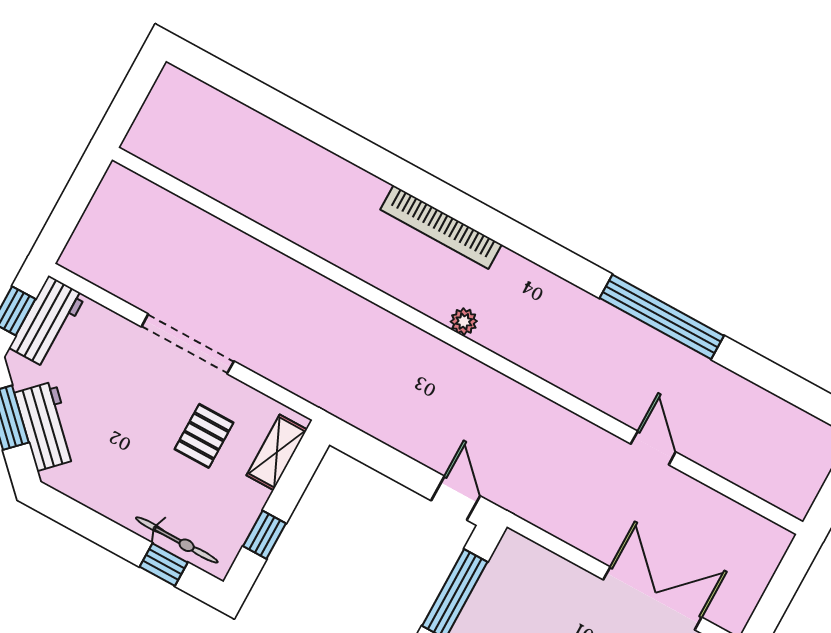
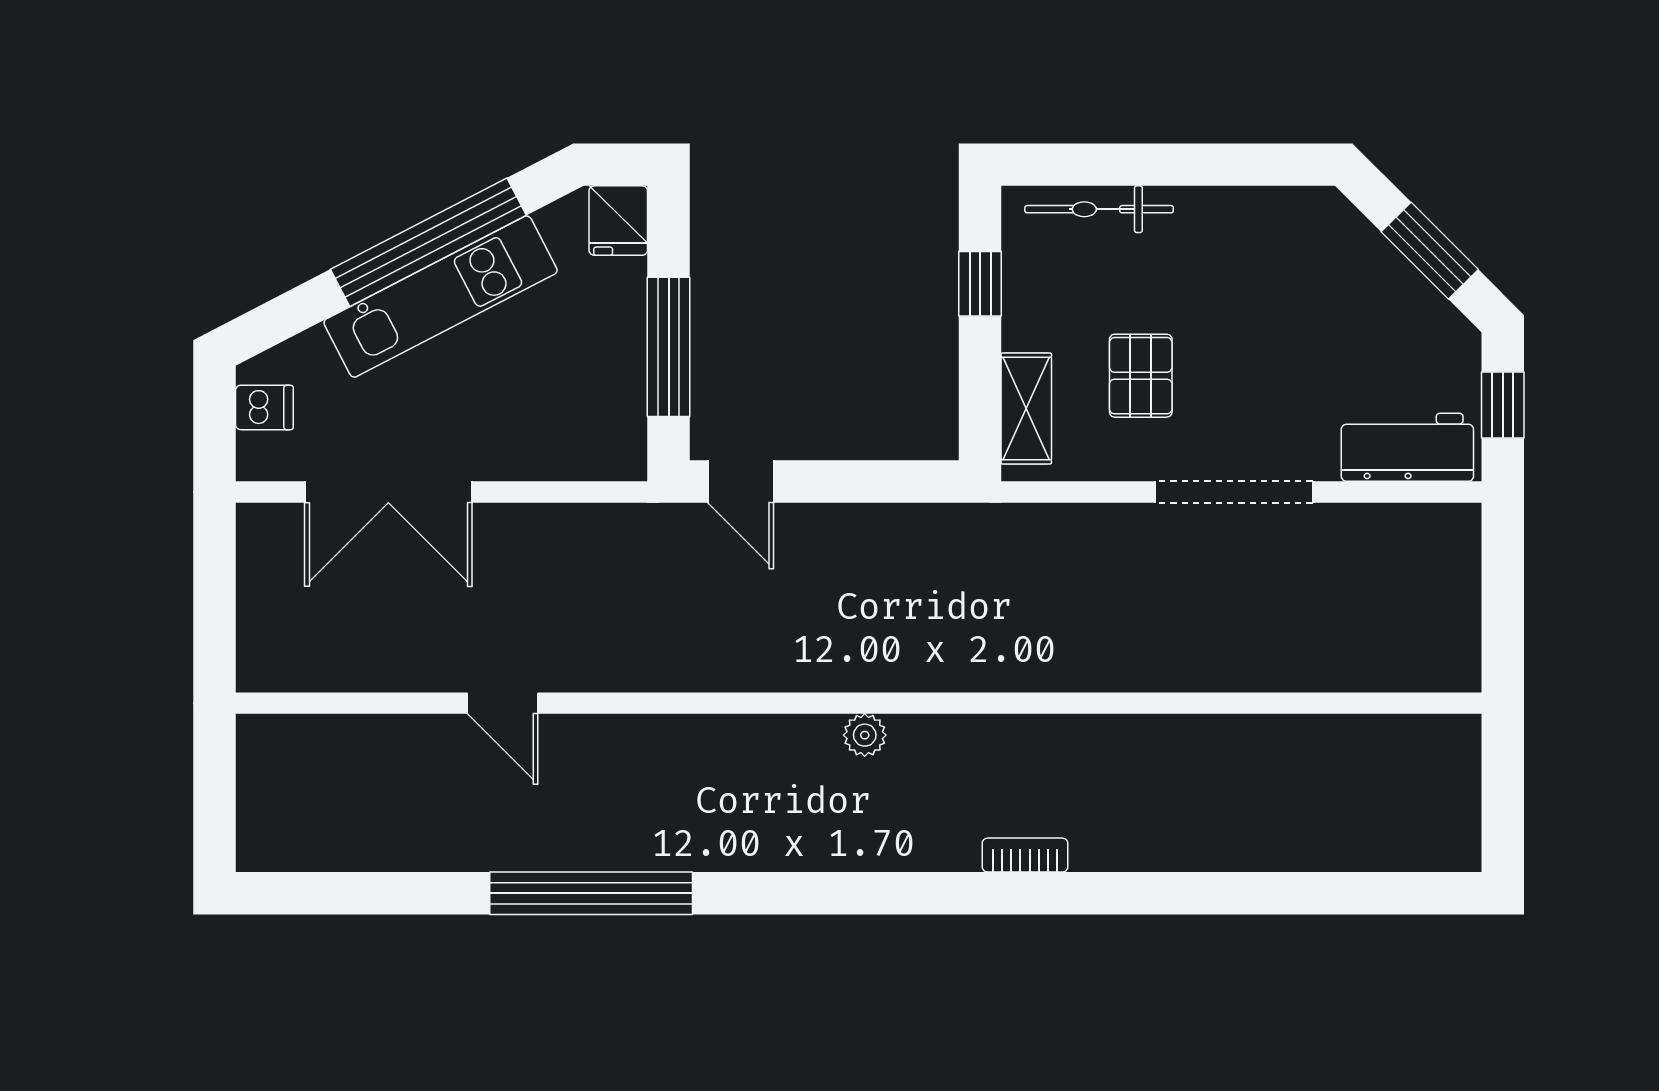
bookcase: (441, 227) -> (1025, 855), width x0.43, depth x0.76
workbench: (47, 322) -> (1407, 447), moved, turned 90
workbench: (46, 426) -> (1370, 268), removed
window: (164, 565) -> (1099, 165), removed

